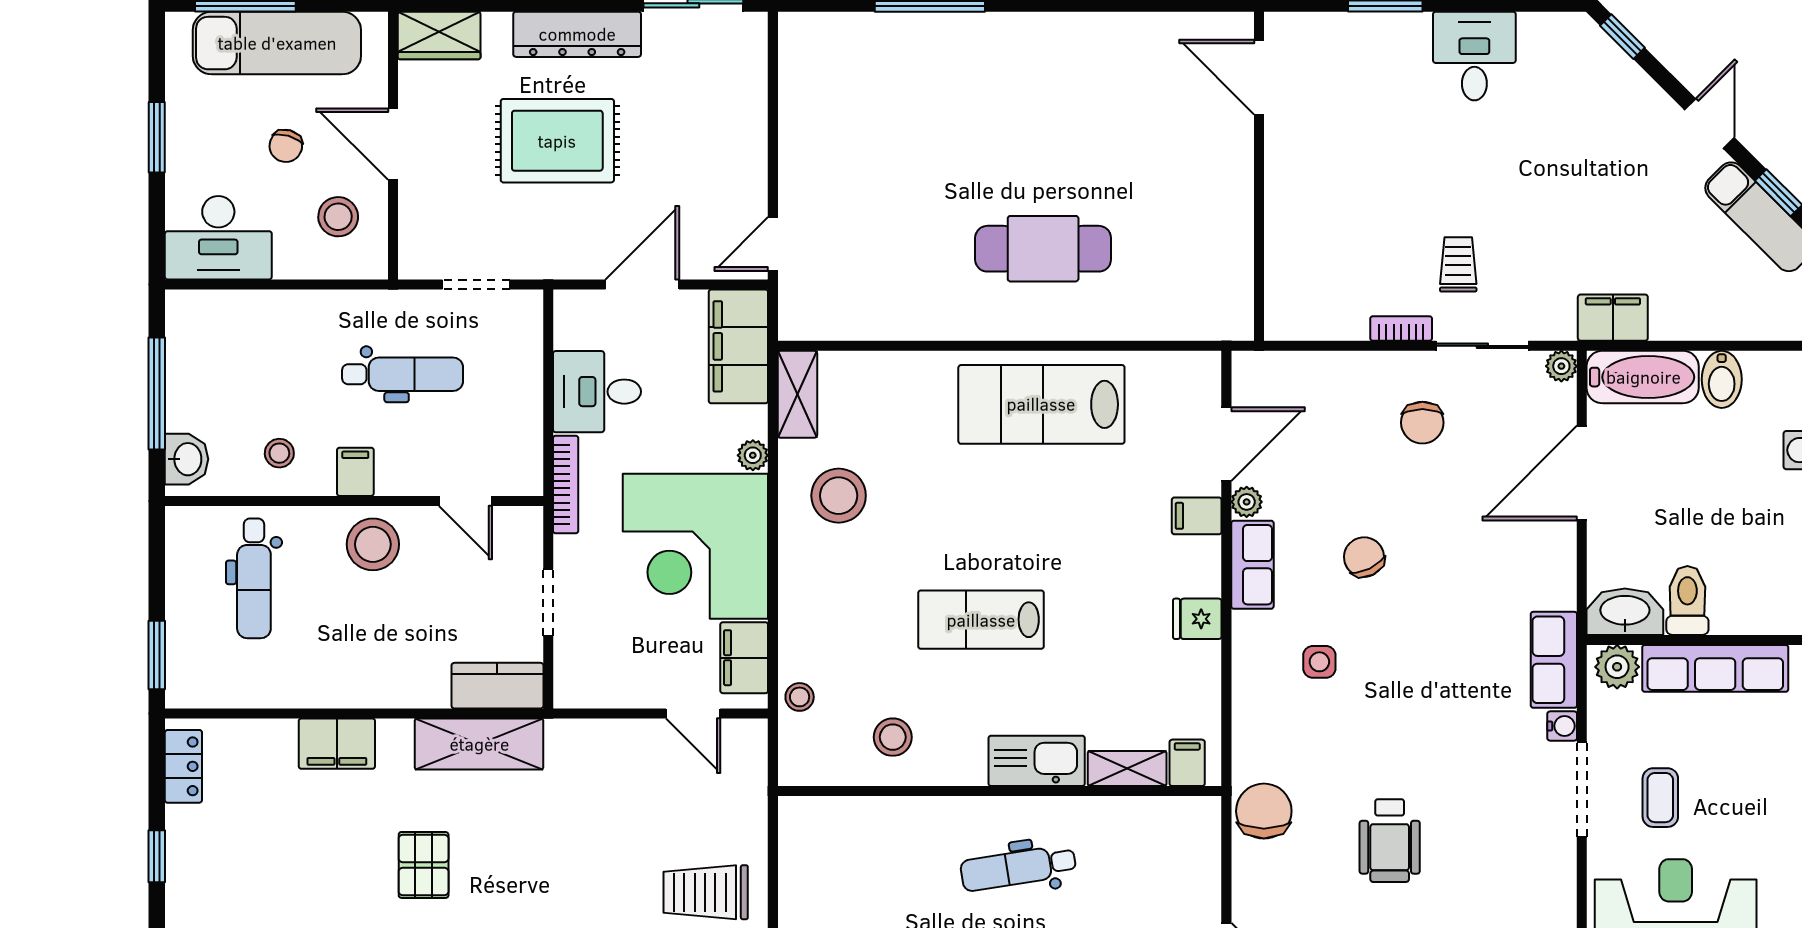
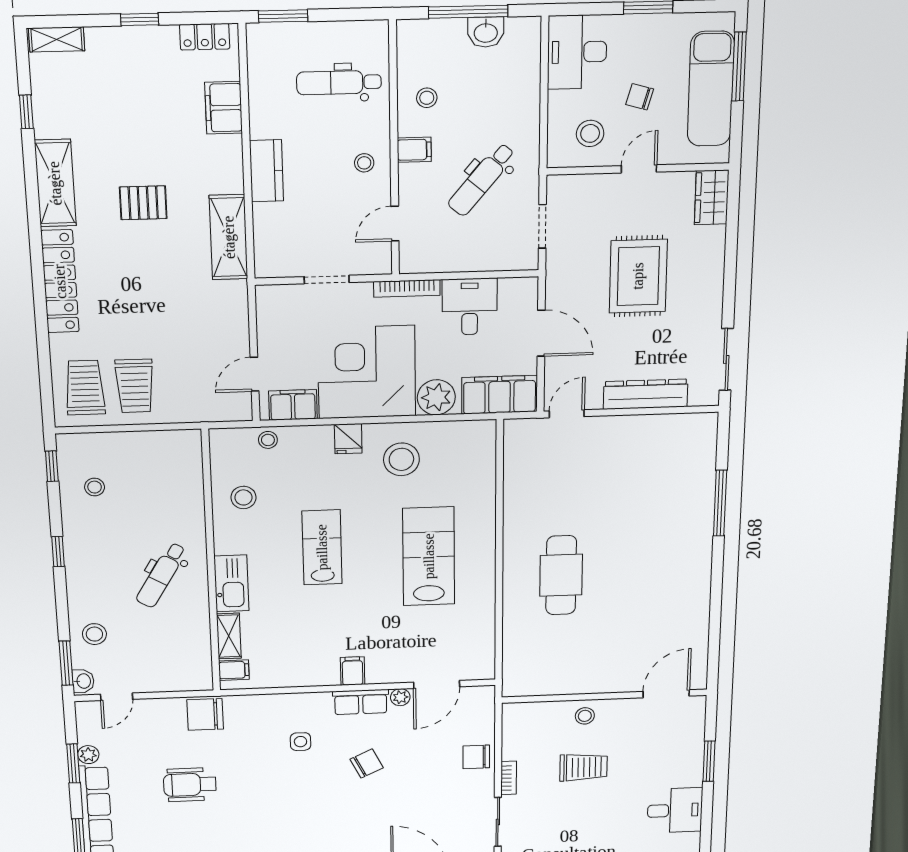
dresser: (577, 34) -> (646, 394), moved, turned 90
door: (393, 144) -> (639, 169), width x0.73
stool: (1293, 207) -> (585, 716), added
door: (773, 244) -> (567, 414), hinge flipped
trolley: (1458, 264) -> (584, 767), moved, width x1.36, depth x1.39
dental chair: (403, 374) -> (482, 180), turned 40
shelving: (797, 394) -> (468, 432), removed
lab bench: (1041, 404) -> (429, 556), moved
chair: (1422, 423) -> (476, 757), moved
door: (1226, 444) -> (437, 684), hinge flipped
plant: (753, 455) -> (436, 397), width x1.88, depth x1.88
washbasin: (187, 459) -> (486, 32), moved
filing cabinet: (1197, 516) -> (353, 671), moved
stool: (373, 544) -> (364, 163), width x0.53, depth x0.53
fridge: (1197, 619) -> (348, 439), moved, turned 180
kitchen counter: (497, 686) -> (266, 171), moved
filing cabinet: (337, 744) -> (224, 108), moved
chair: (1264, 811) -> (205, 714), turned 180
dental chair: (1018, 868) -> (161, 575), turned -140
trolley: (706, 892) -> (135, 386), turned 180

